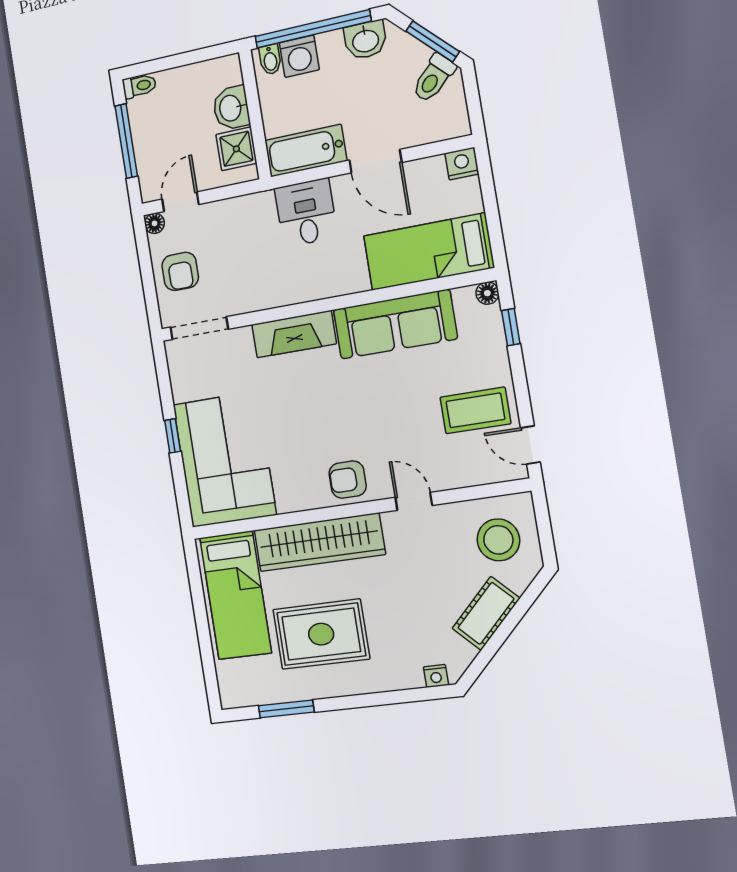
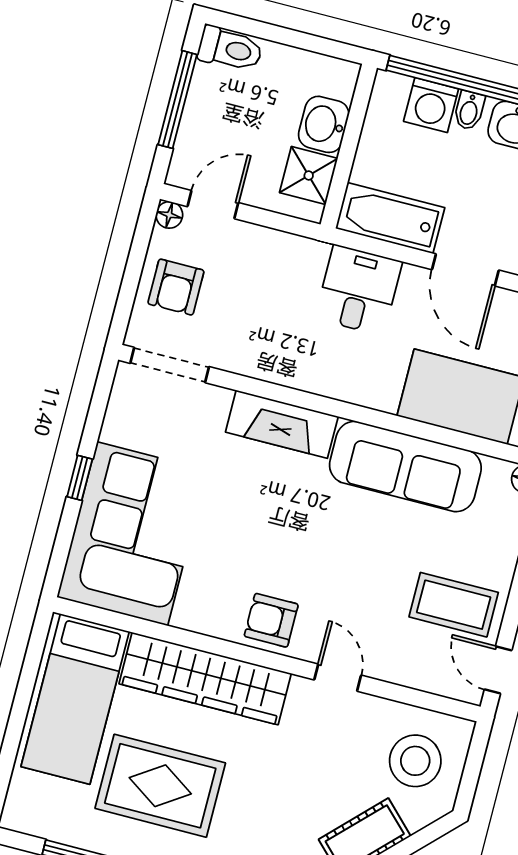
bidet: (270, 59) -> (469, 110), moved
toilet: (139, 86) -> (230, 49), width x1.37, depth x1.39

